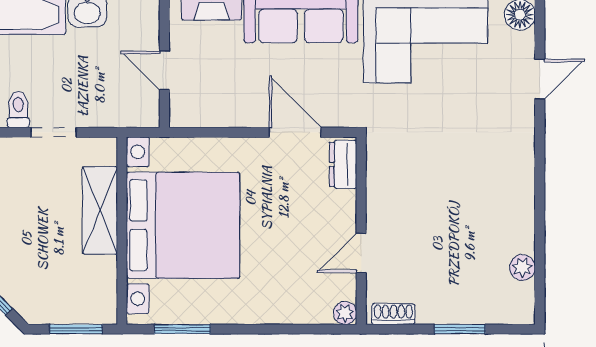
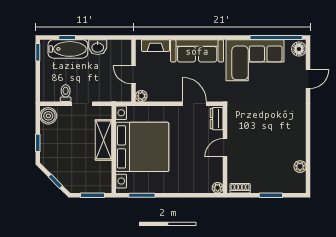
plant: (181, 116) -> (141, 96), added
door: (361, 253) -> (225, 148), moved

